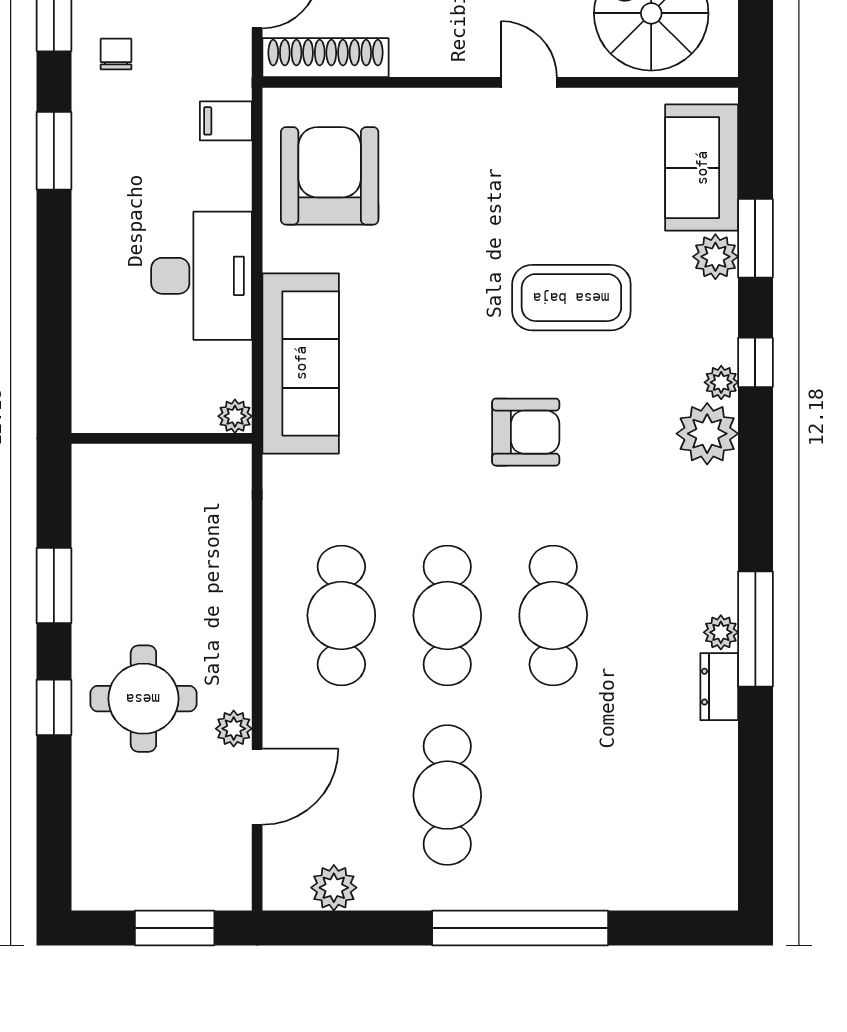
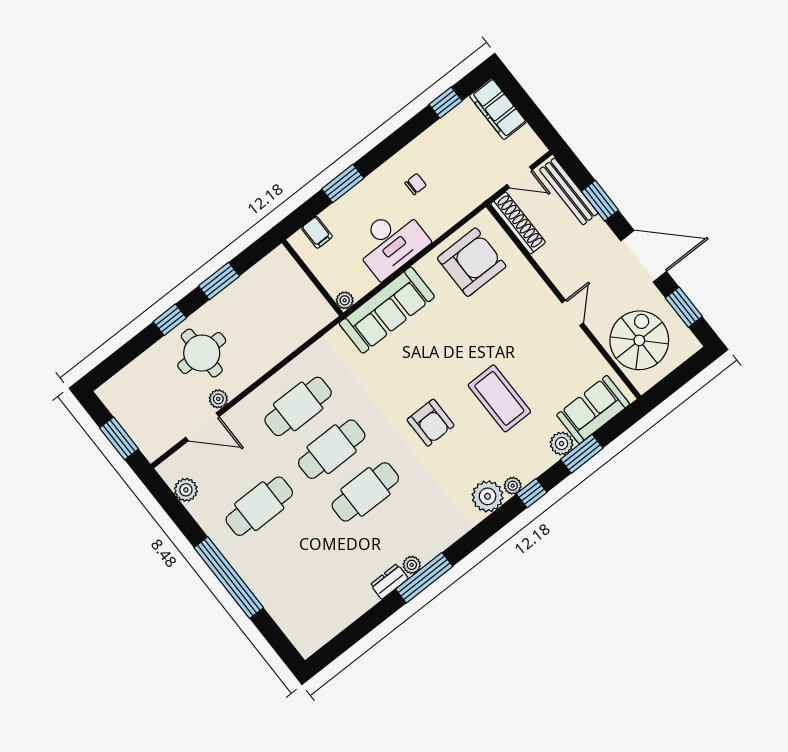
chair: (116, 54) -> (416, 184), moved
filing cabinet: (226, 121) -> (317, 232), moved, turned 180
window: (54, 151) -> (343, 184), moved

